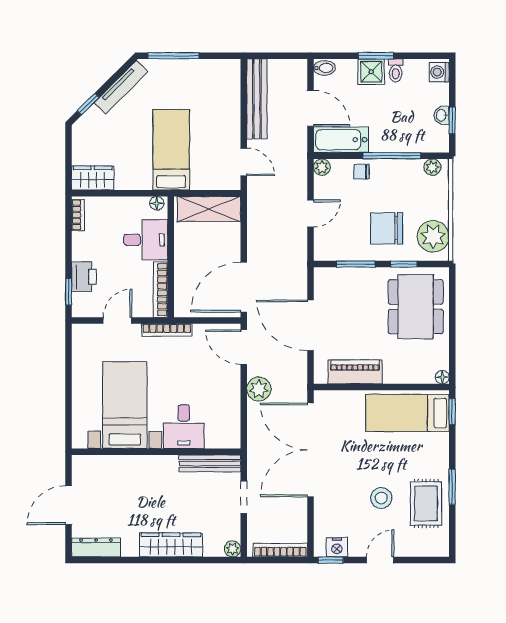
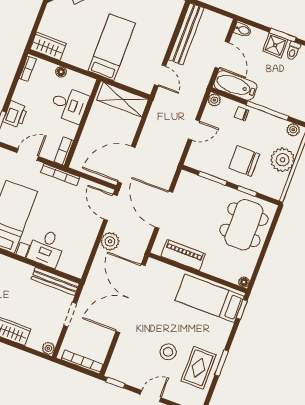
floor lamp: (157, 203) -> (61, 72), moved
plant: (433, 236) -> (283, 160), moved
bookcase: (161, 290) -> (64, 151), width x0.64
nightstand: (337, 547) -> (123, 375), removed

